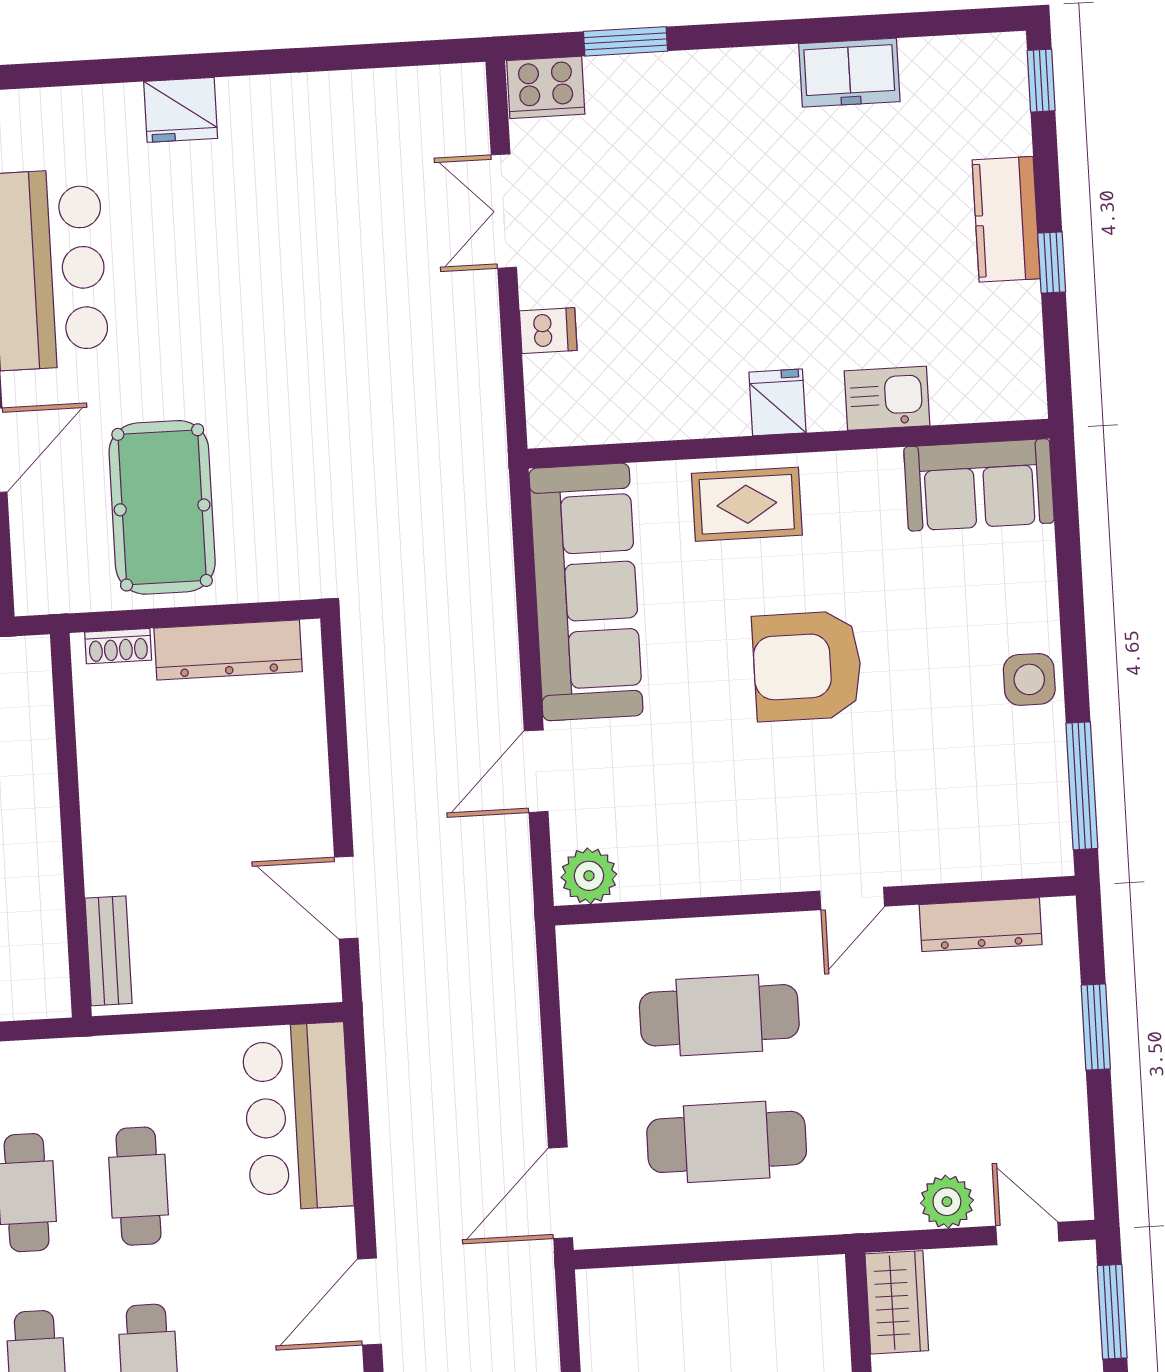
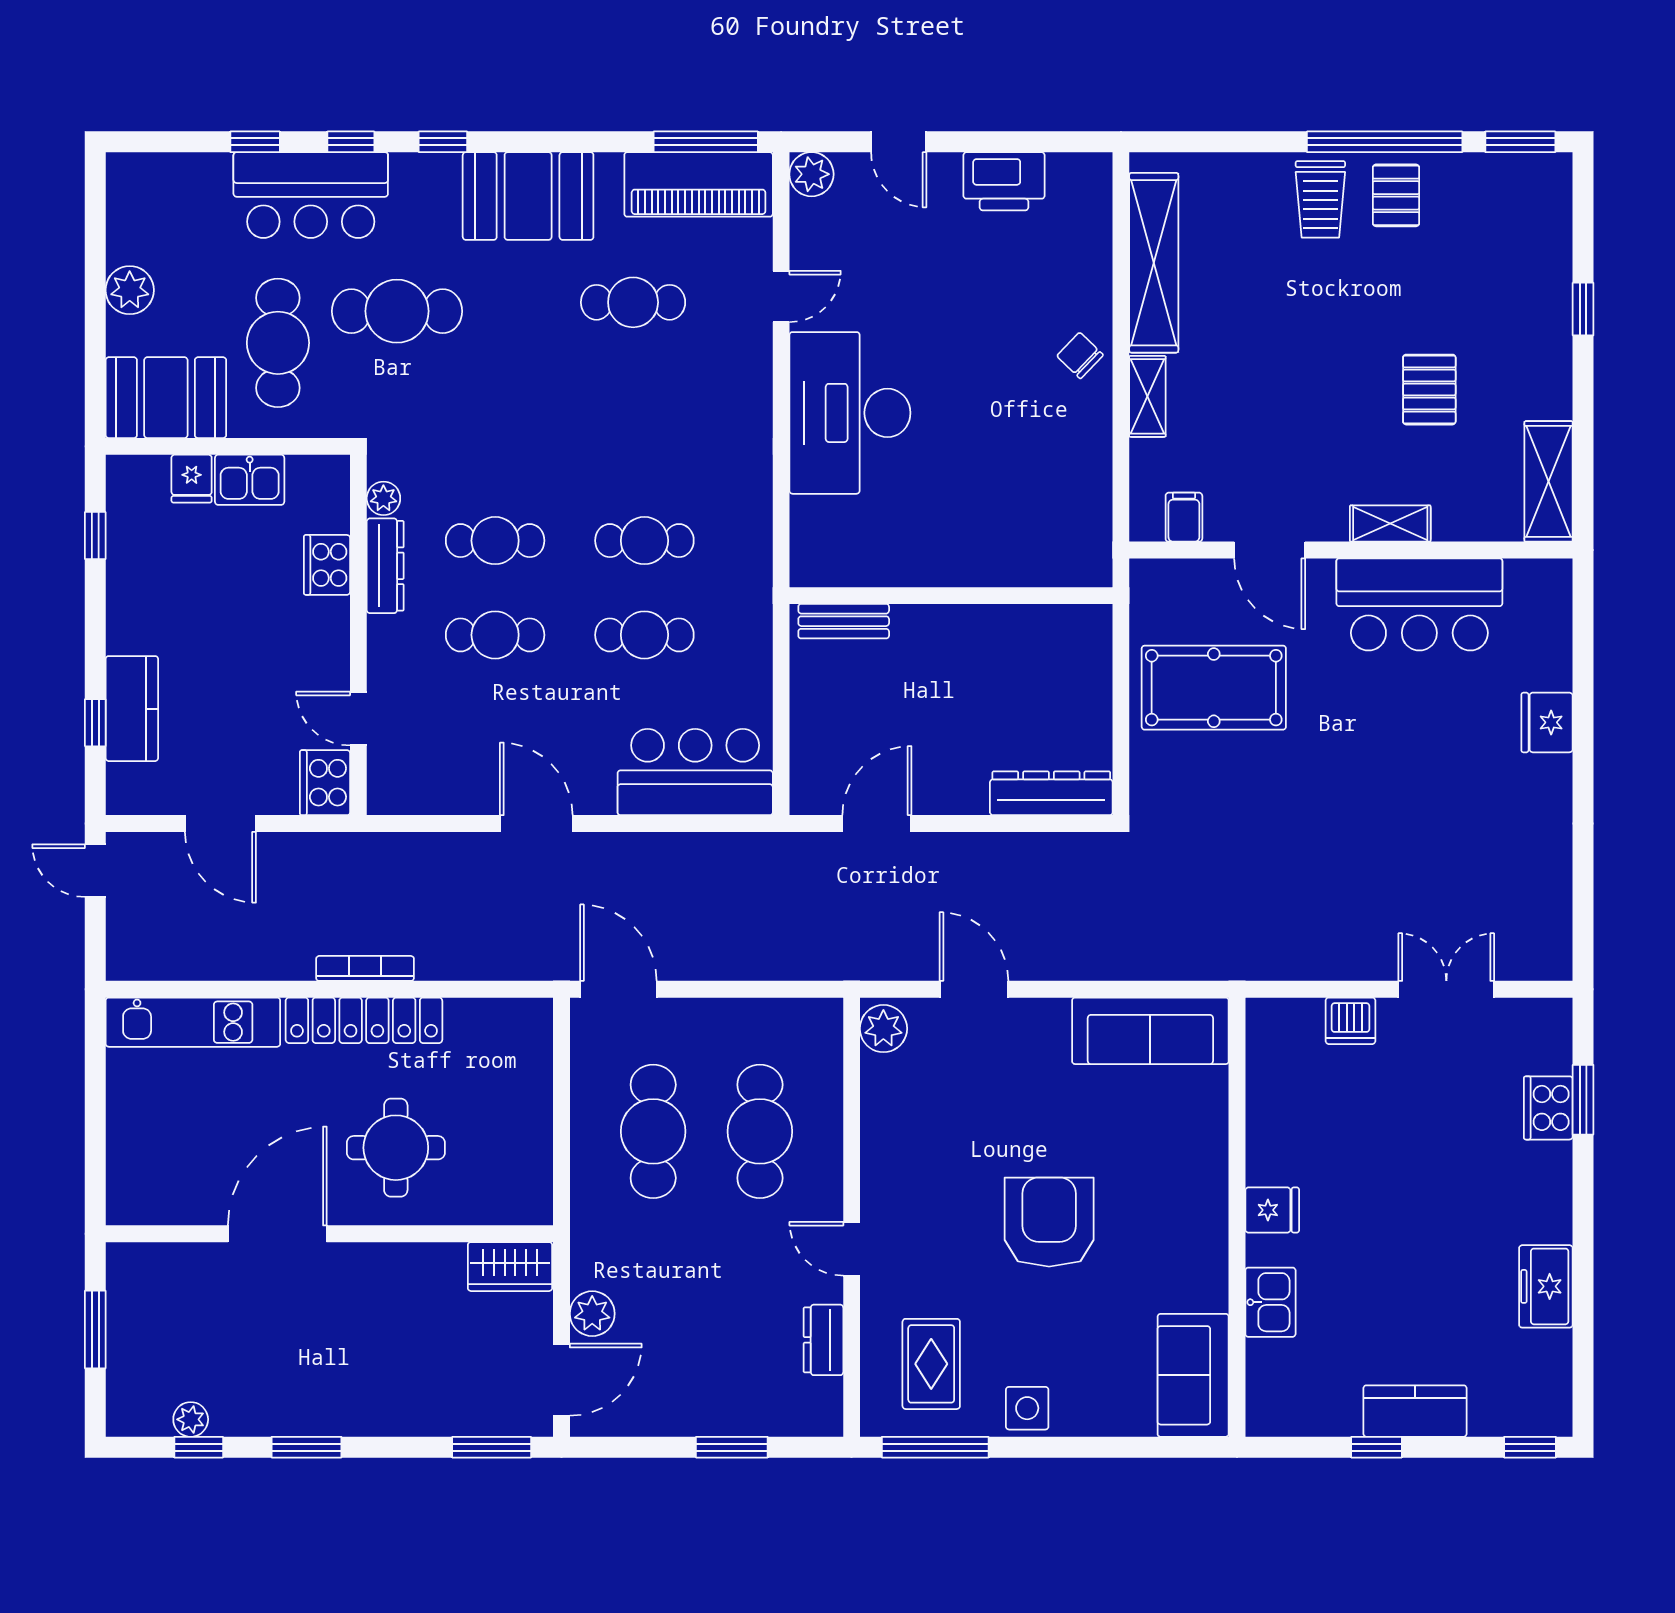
cooker: (546, 87) -> (1548, 1108), moved
dishwasher: (548, 331) -> (1350, 1021), width x1.38
rug: (747, 504) -> (931, 1364), moved
sofa: (586, 592) -> (1150, 1031), width x0.74, depth x0.79
shoe rack: (118, 646) -> (1099, 644), removed
dresser: (228, 650) -> (1051, 793), moved, turned 90
dresser: (981, 925) -> (823, 1340), width x0.70
door: (1027, 1234) -> (561, 1380), width x1.38

